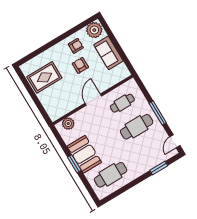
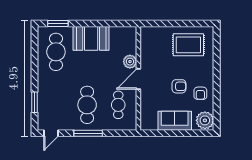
rug: (44, 77) -> (188, 45), turned 90
door: (93, 100) -> (138, 79), swing flipped
plant: (68, 124) -> (130, 62), moved
door: (175, 141) -> (51, 133), swing flipped
window: (74, 164) -> (58, 23), moved

